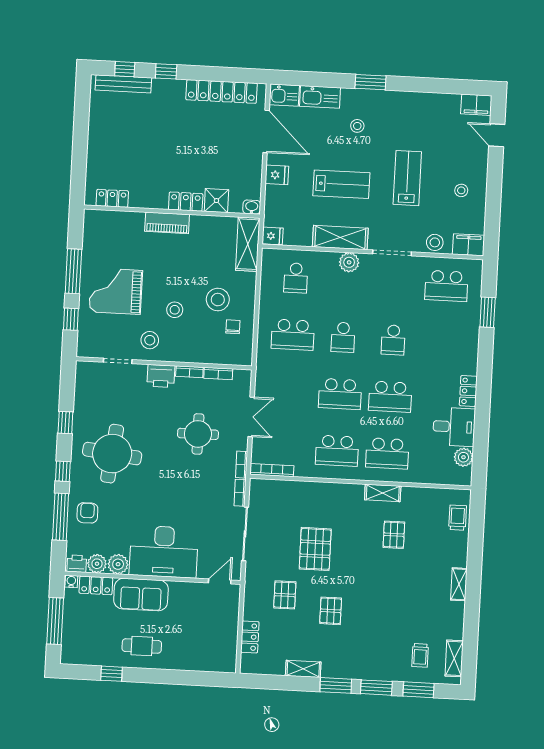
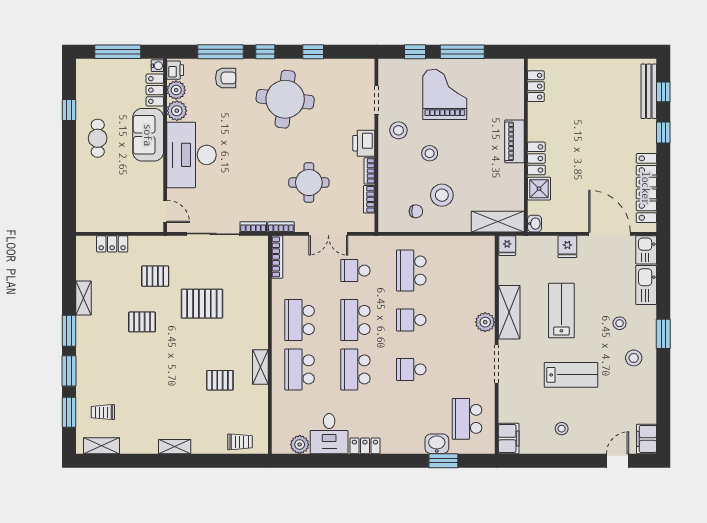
door: (266, 131) -> (609, 234), swing flipped
lab bench: (341, 184) -> (561, 311), turned 180
stool: (435, 242) -> (634, 358), moved
school desk: (296, 278) -> (355, 271), moved
washbasin: (470, 318) -> (437, 444), added

